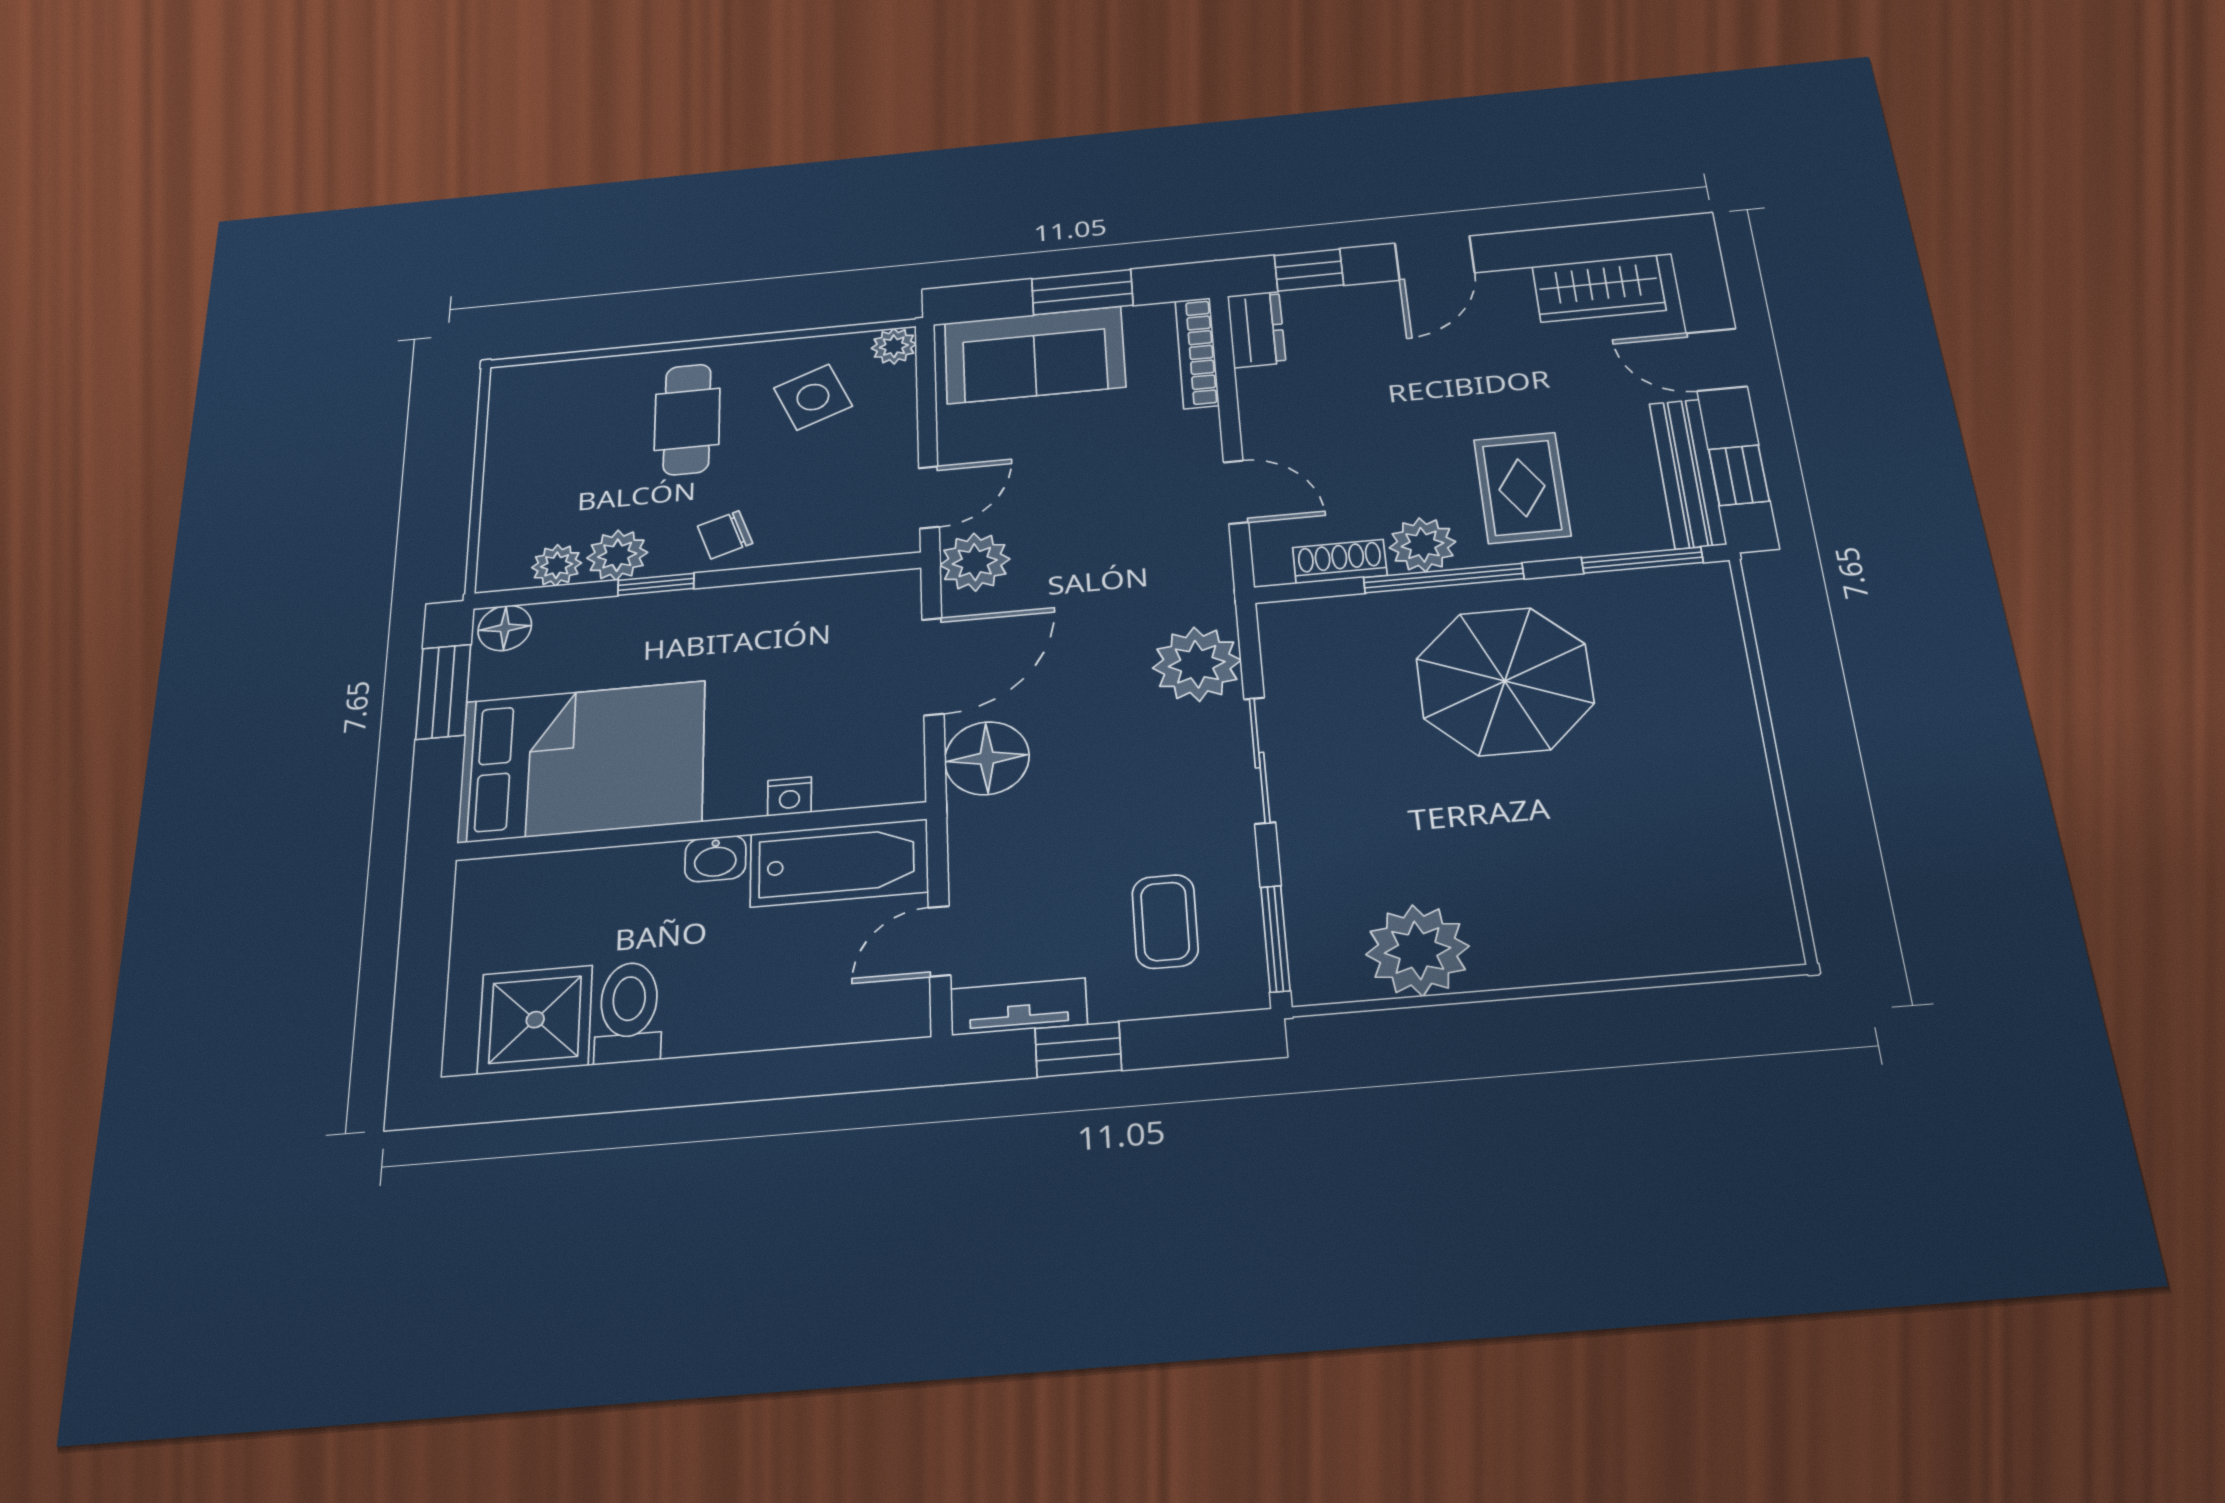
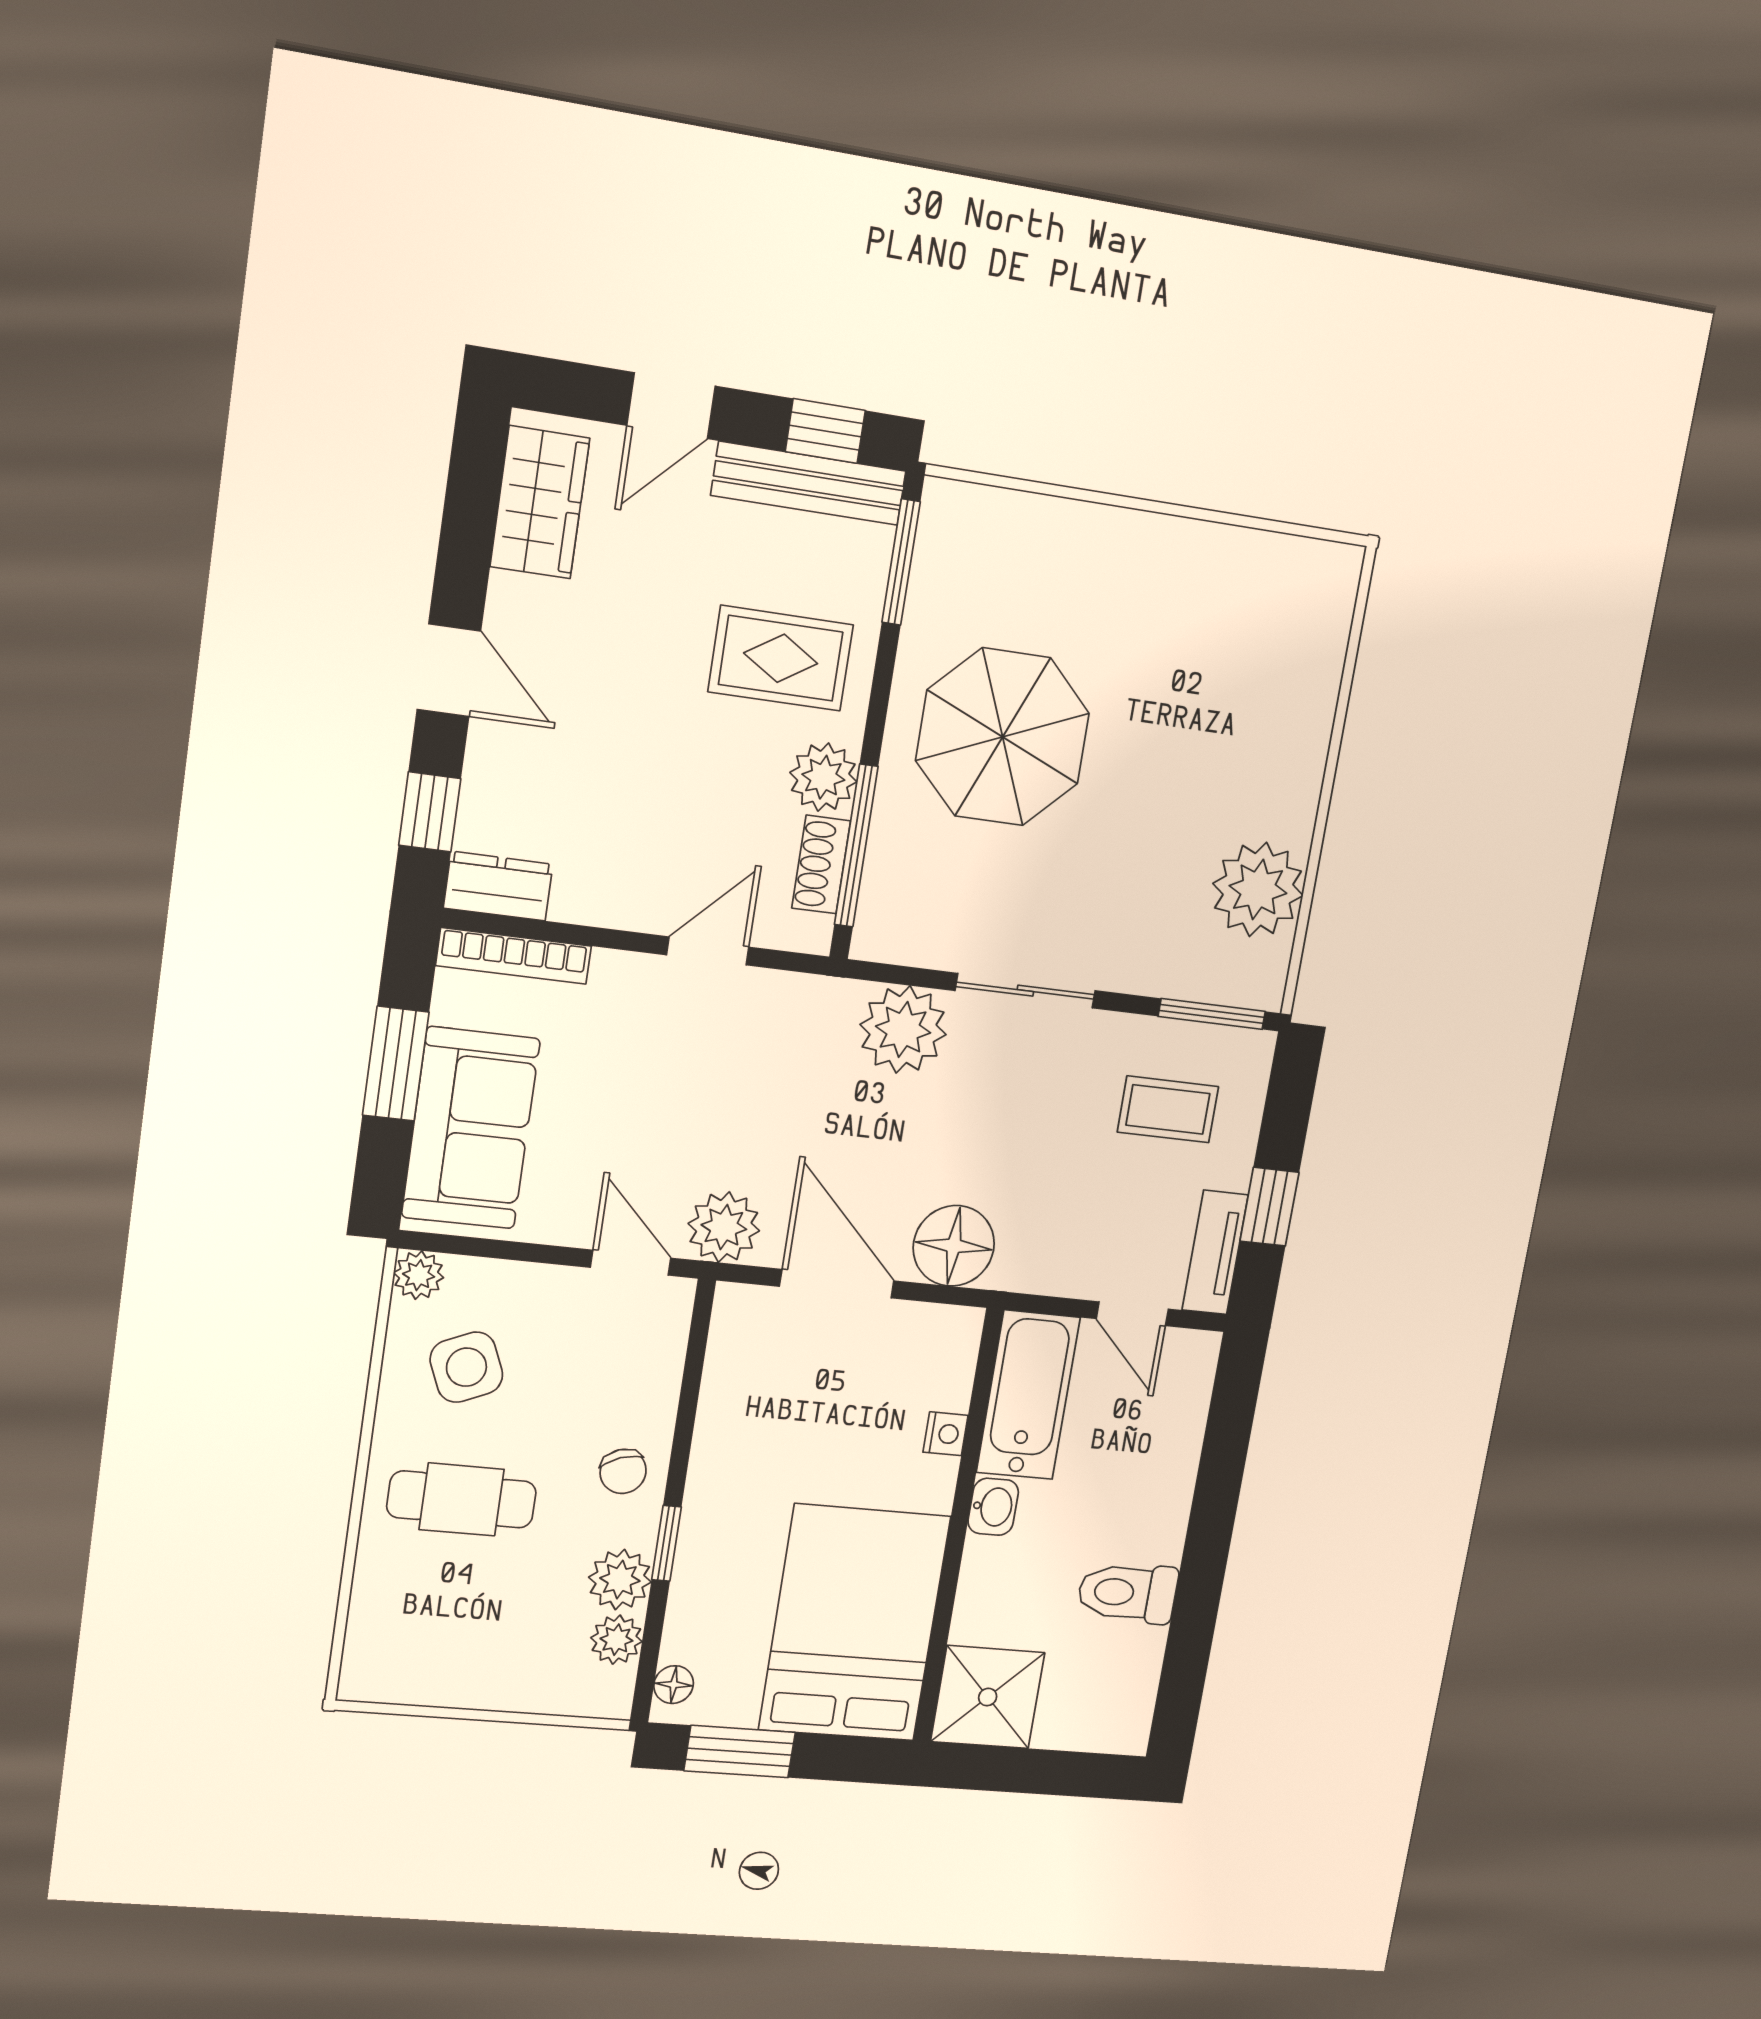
window: (1444, 578) -> (856, 846), moved
floor lamp: (505, 628) -> (674, 1685), width x0.73, depth x0.73
shower: (535, 1020) -> (988, 1697), moved

